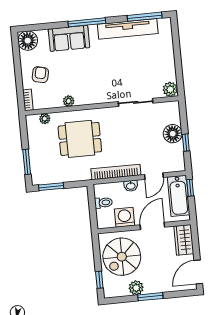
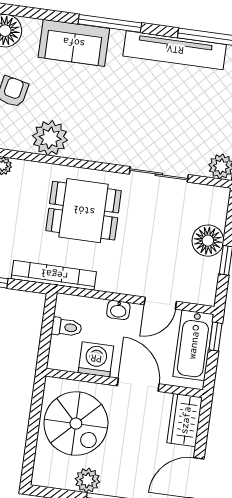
plant: (69, 101) -> (50, 138), width x1.87, depth x1.87
dining table: (80, 139) -> (84, 211), moved
bookcase: (116, 172) -> (54, 275), moved
door: (152, 226) -> (138, 385), hinge flipped
spiral stairs: (122, 257) -> (76, 424), turned -90
window: (99, 280) -> (30, 453), removed

